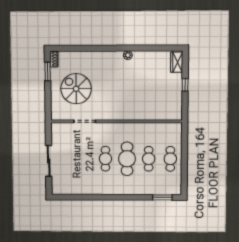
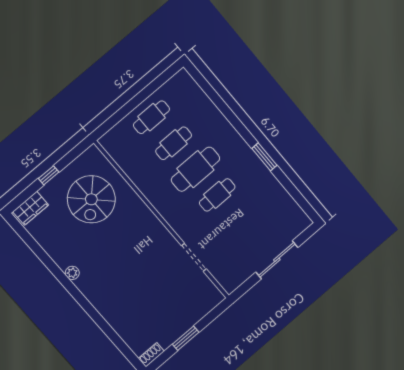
window: (48, 71) -> (186, 338), moved
spiral stairs: (76, 89) -> (91, 199), moved
window: (162, 197) -> (264, 157), moved

